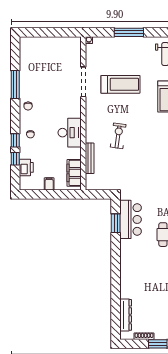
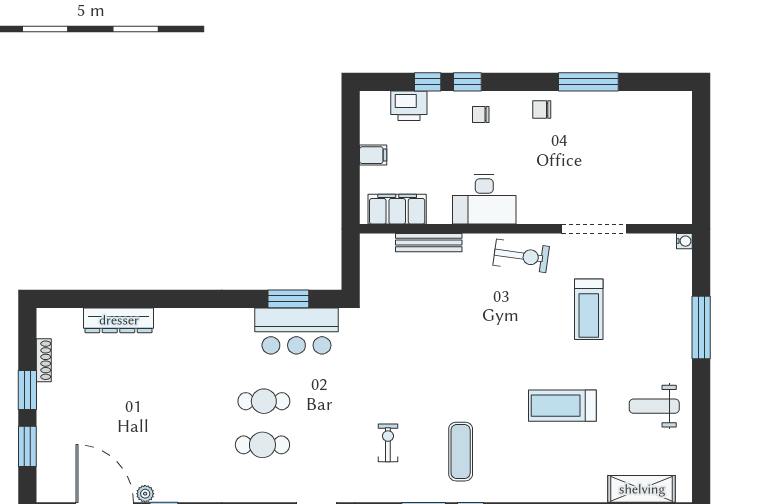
treadmill: (120, 84) -> (589, 309), width x0.73, depth x0.73
exercise bike: (118, 136) -> (521, 256), moved
dresser: (126, 315) -> (119, 320), moved

